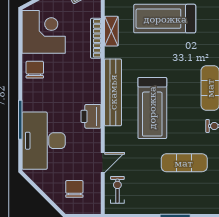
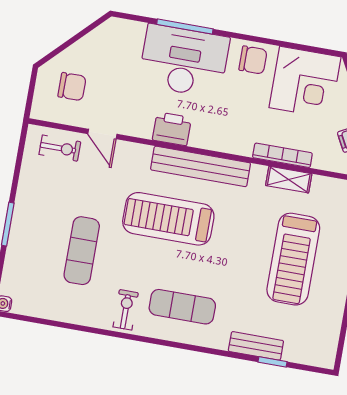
treadmill: (165, 19) -> (293, 259), turned 180
desk: (44, 141) -> (184, 61), moved

